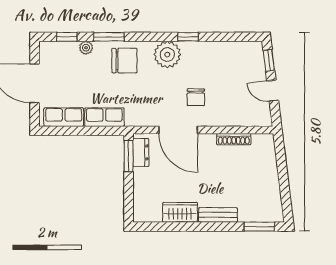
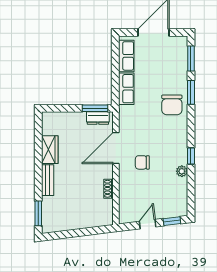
window: (67, 37) -> (191, 59), width x1.50
plant: (86, 48) -> (182, 74), removed
plant: (167, 54) -> (182, 171), moved, width x0.53, depth x0.53
shoe rack: (234, 139) -> (109, 189), width x0.70

